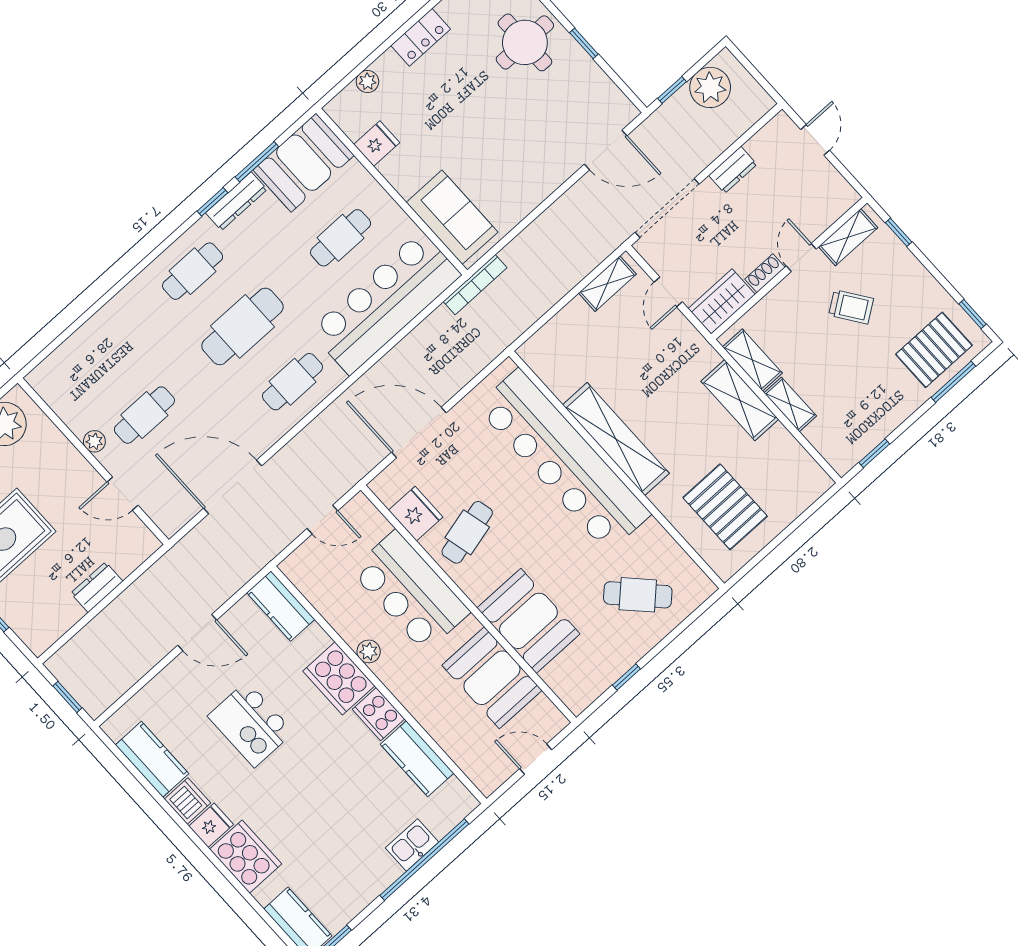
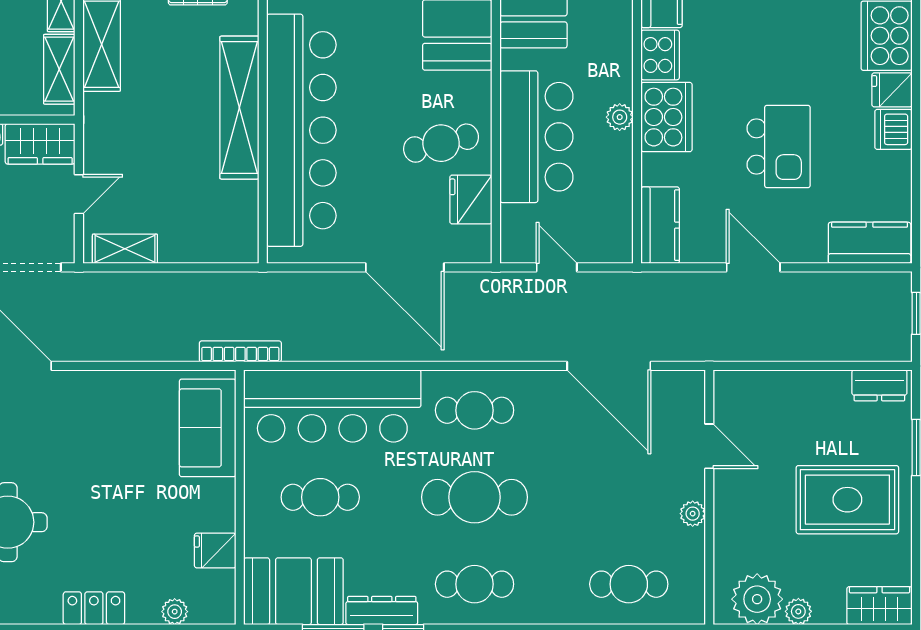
cafe table: (144, 415) -> (629, 584), moved
dresser: (97, 587) -> (879, 385), moved
kitchen counter: (152, 759) -> (870, 243), moved, turned 90

